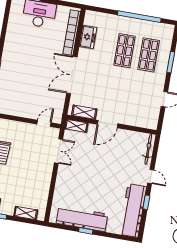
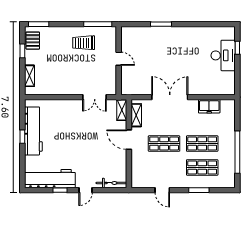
bookcase: (72, 33) -> (211, 90), removed
shop shelf: (118, 89) -> (164, 144), added
door: (44, 123) -> (119, 59), moved

